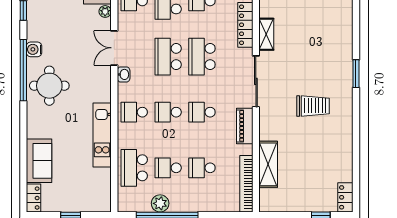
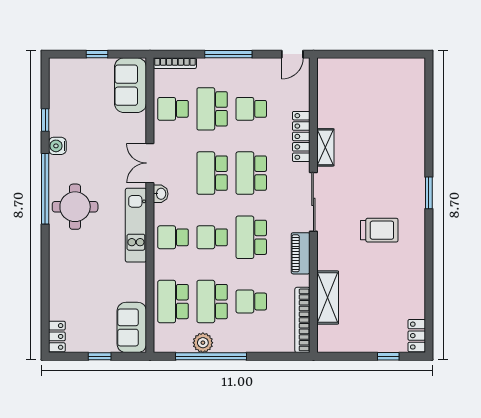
plant: (105, 11) -> (139, 121), removed
water cooler: (34, 49) -> (57, 146), moved
school desk: (202, 112) -> (251, 237), width x1.85
kitchen unit: (102, 135) -> (136, 225), moved
sofa: (39, 161) -> (132, 327), moved, turned 180
school desk: (168, 168) -> (212, 302), width x1.85

